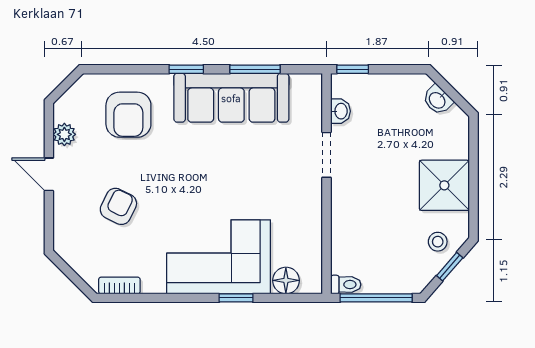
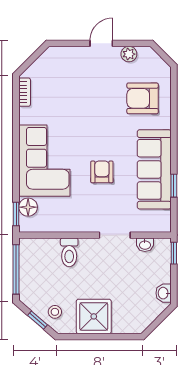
window: (186, 69) -> (174, 138), removed
window: (255, 69) -> (174, 186), width x0.67
washbasin: (438, 100) -> (164, 293), moved, turned -45
armchair: (118, 206) -> (102, 172), moved, turned -116
toilet: (346, 285) -> (69, 252), moved, width x1.37, depth x1.39
window: (236, 298) -> (16, 214), moved

